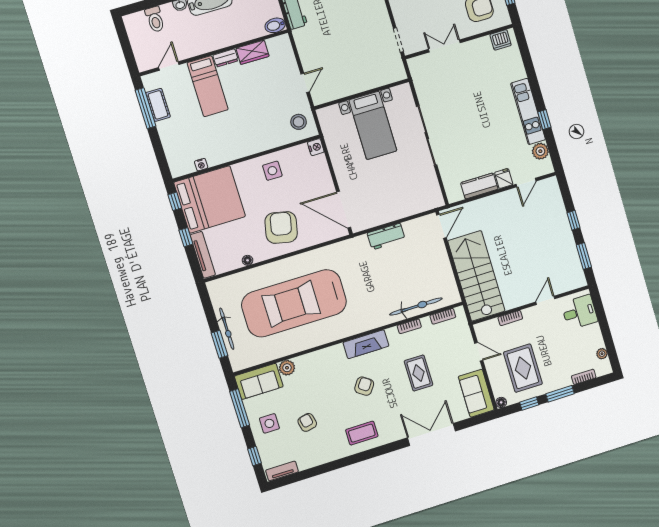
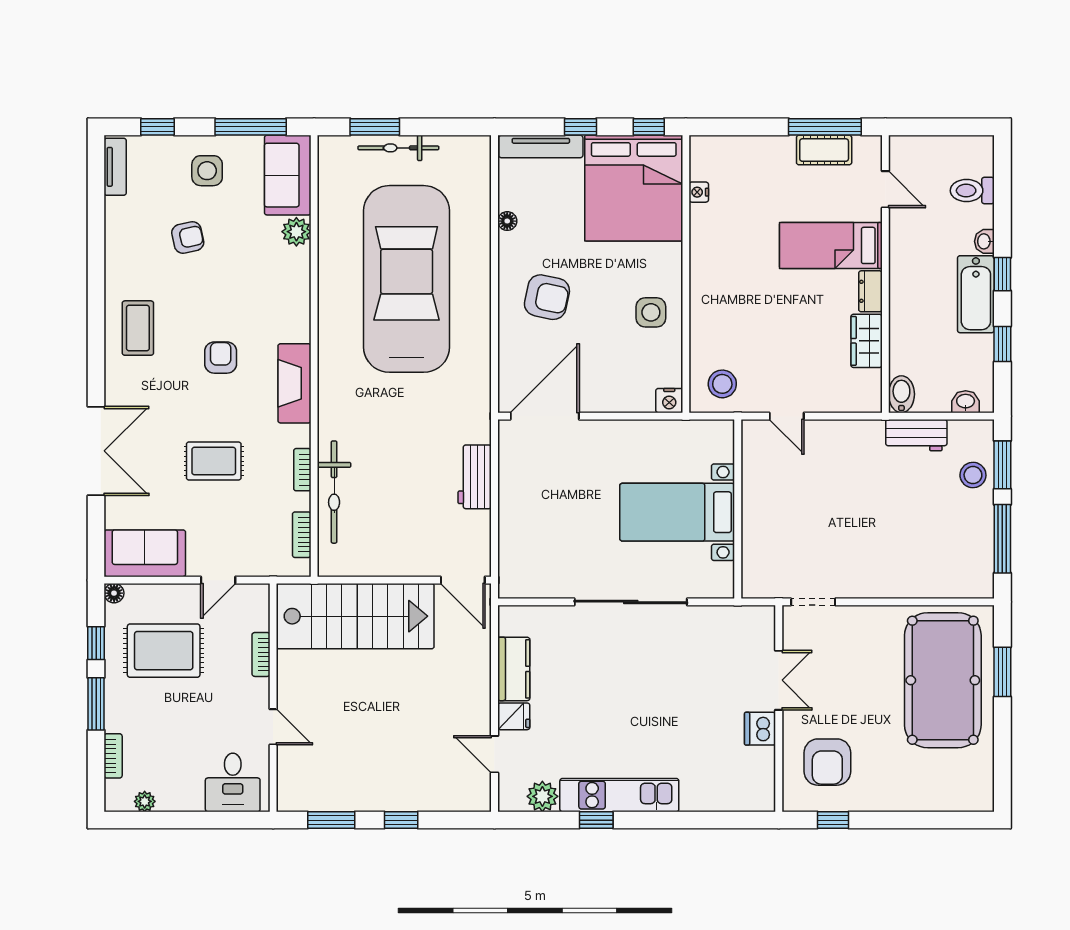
dishwasher: (501, 40) -> (760, 729), moved
armchair: (281, 227) -> (547, 297), width x0.73, depth x0.73
armchair: (364, 386) -> (221, 358), turned -125

